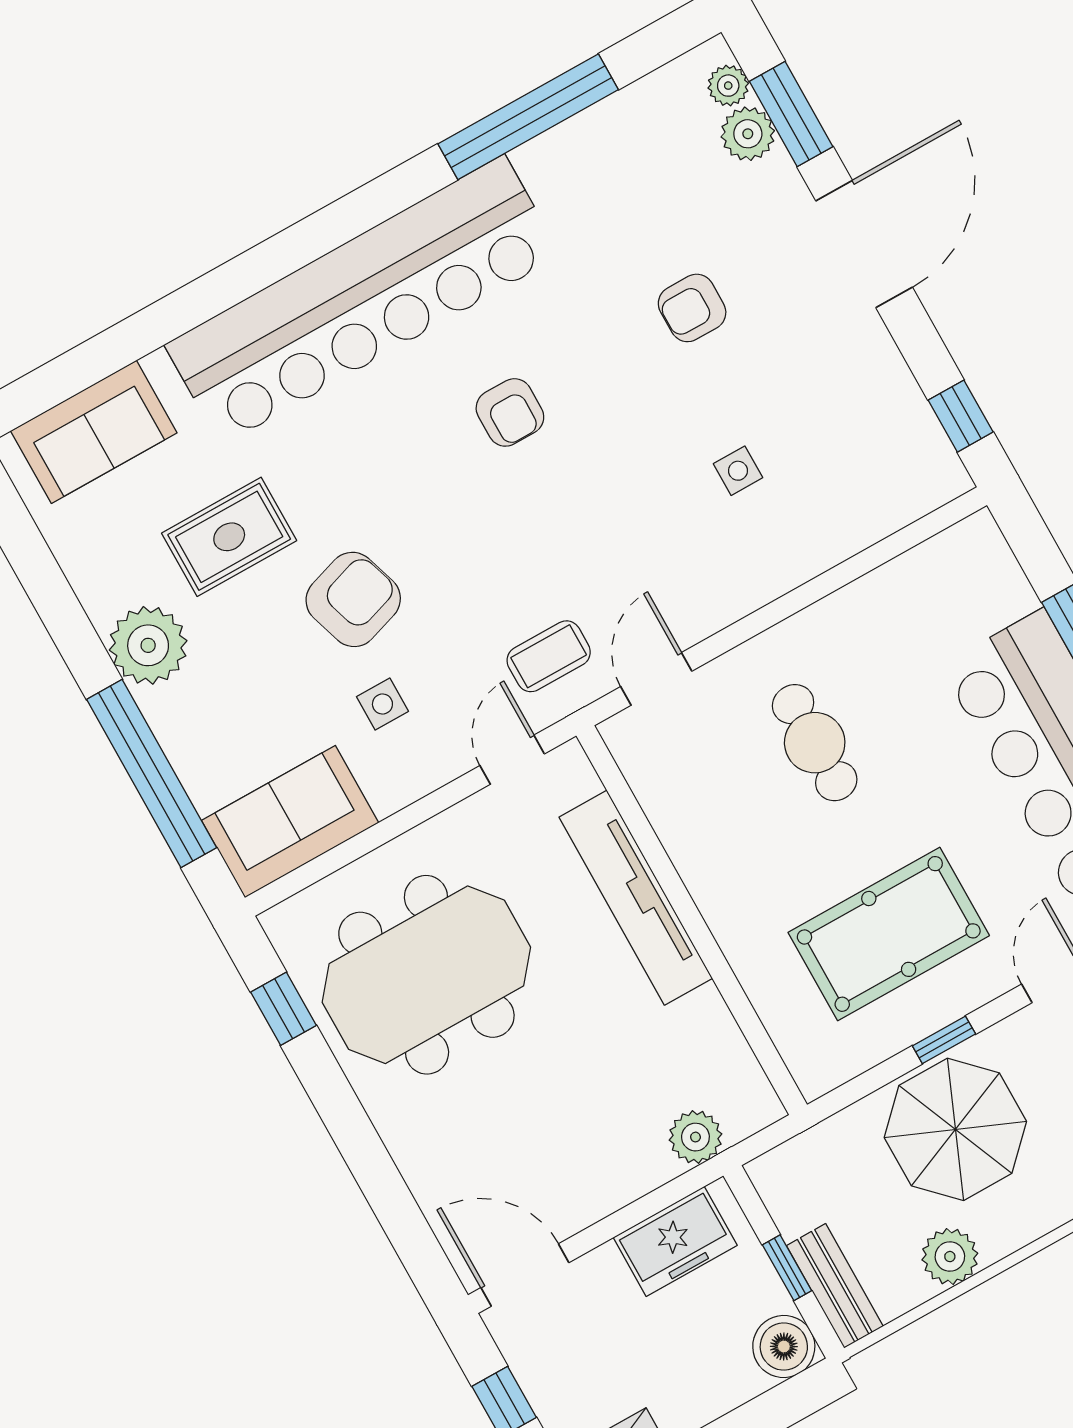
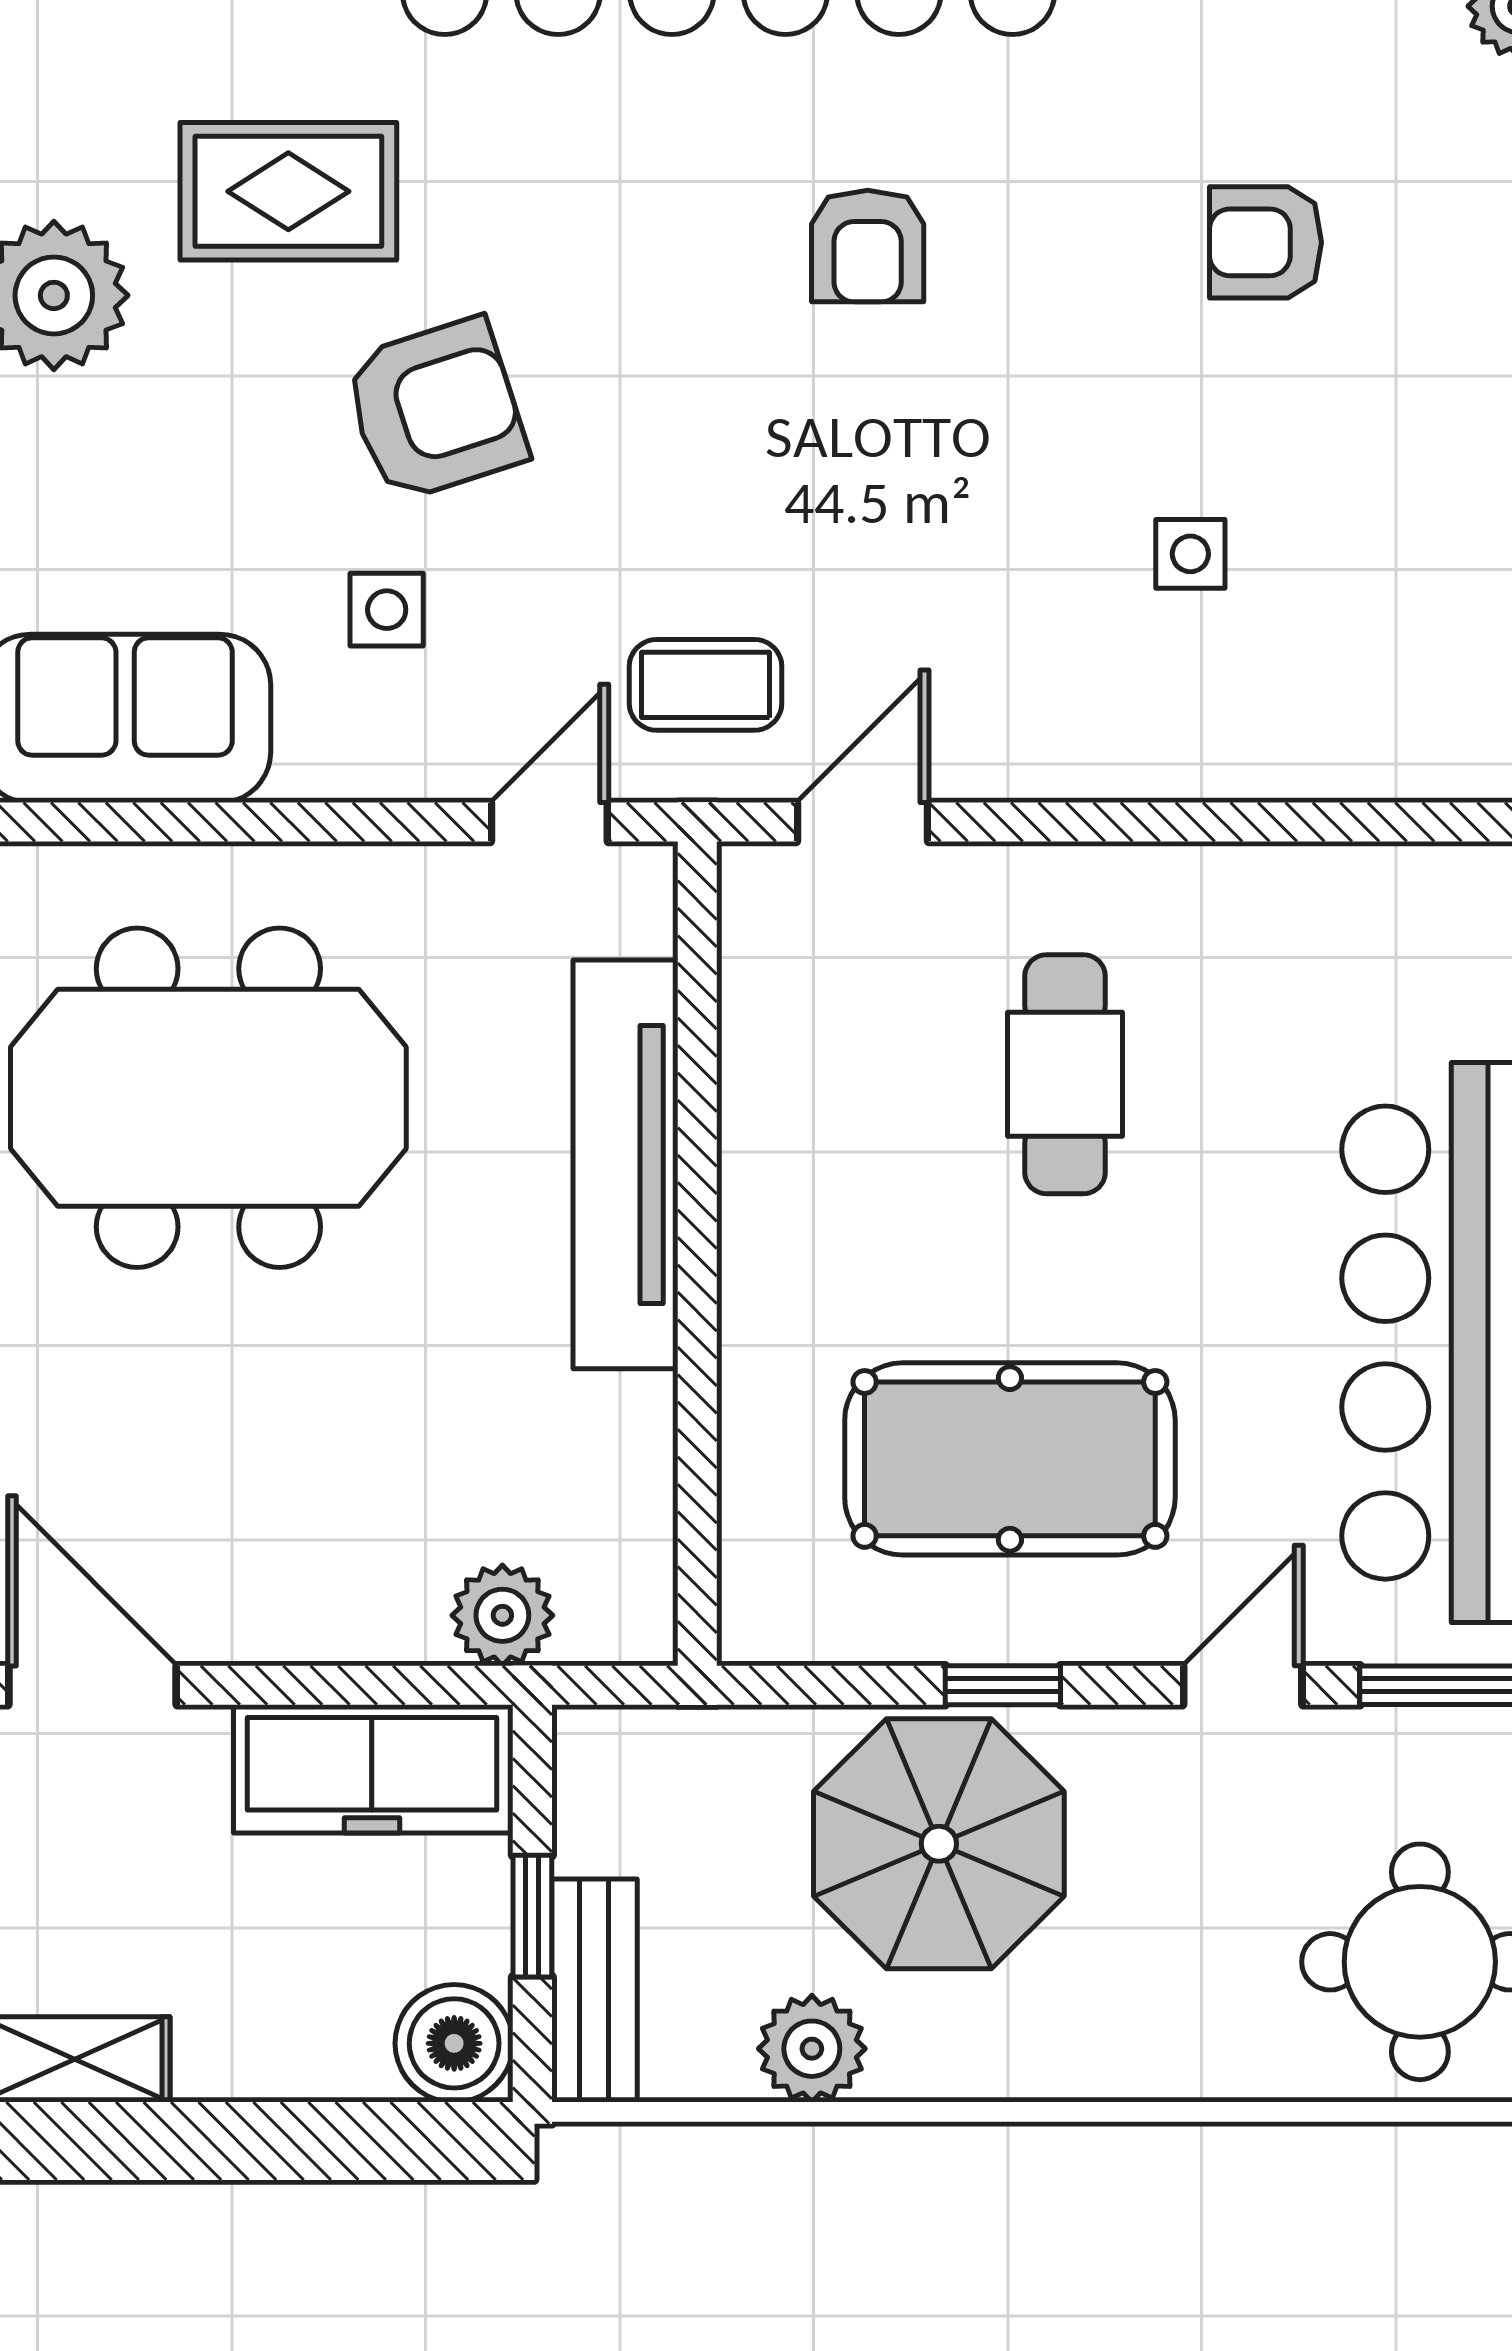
freezer: (675, 1241) -> (372, 1769), width x1.40

